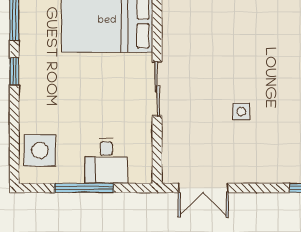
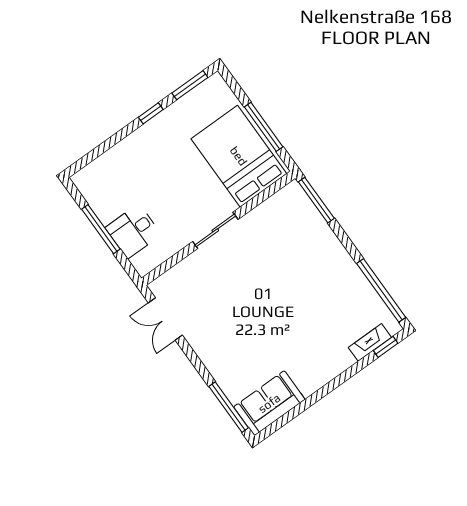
side table: (241, 111) -> (244, 306), removed
side table: (40, 150) -> (105, 175), removed

